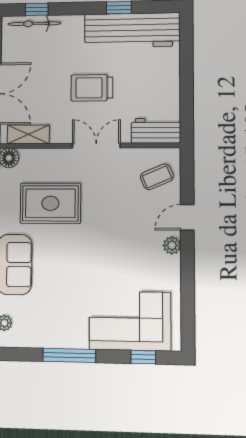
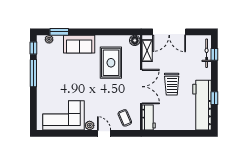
trolley: (92, 88) -> (172, 84), turned 180
double door: (96, 146) -> (141, 87), width x1.37
corner sofa: (130, 321) -> (64, 115), moved, turned -90
window: (143, 357) -> (33, 48), moved

